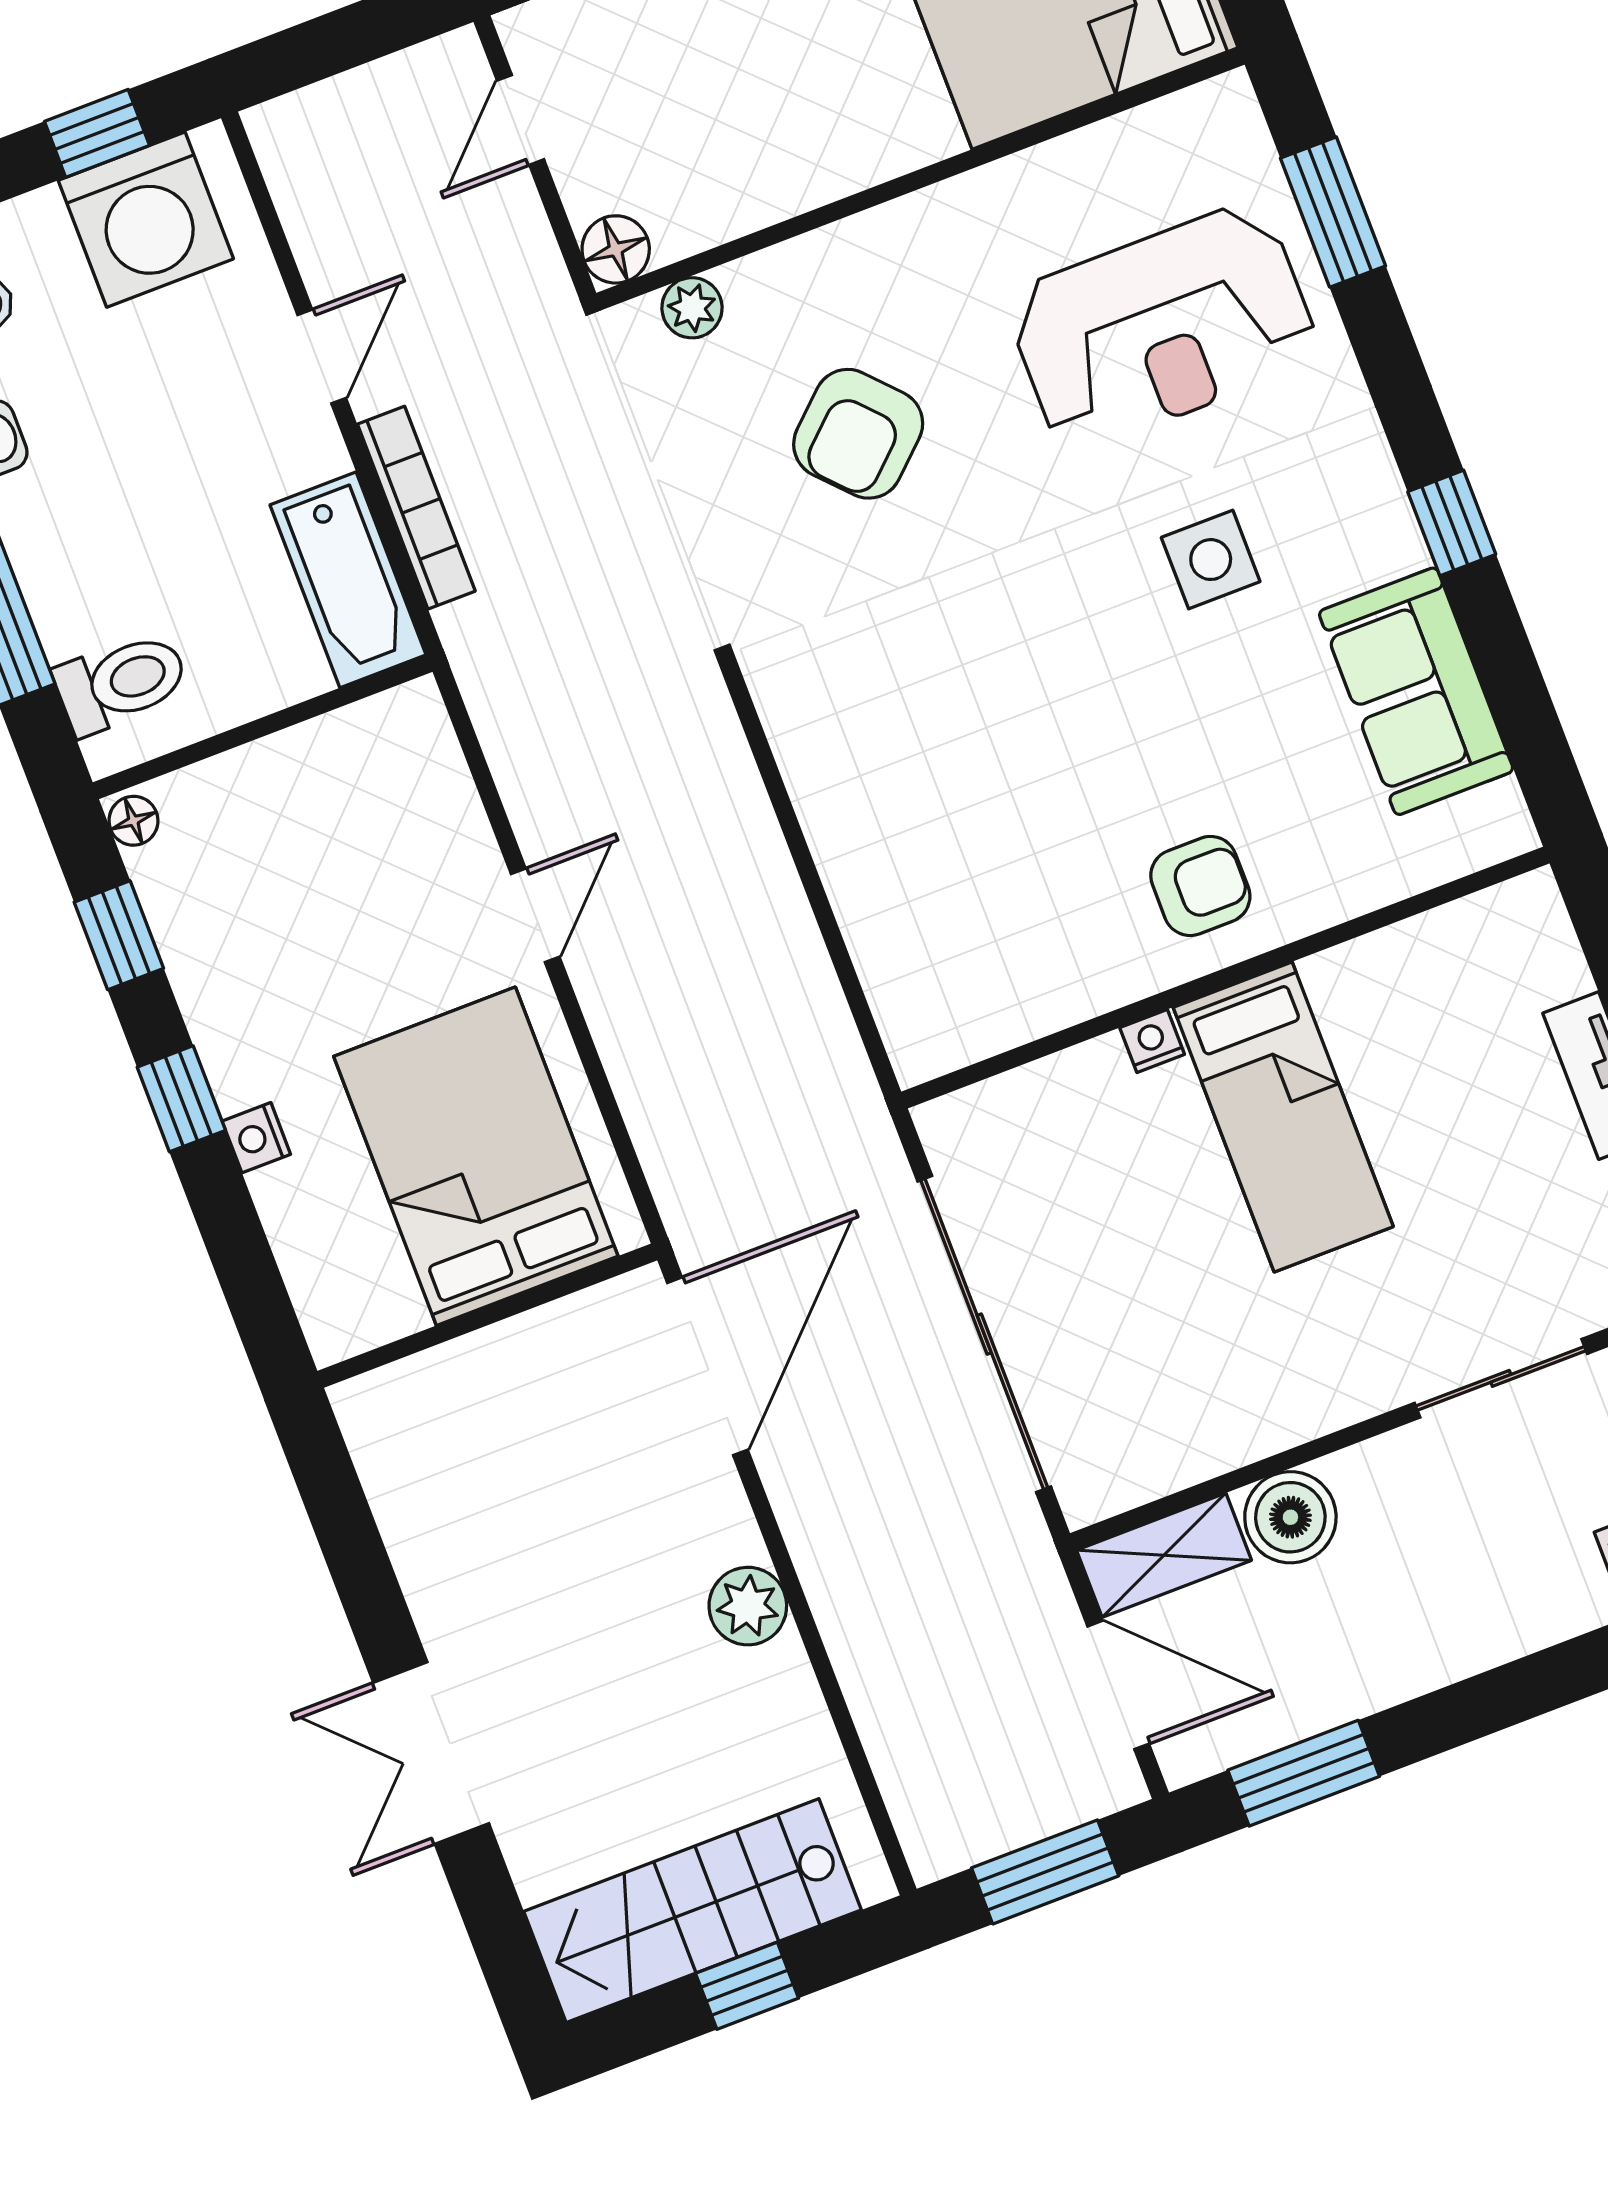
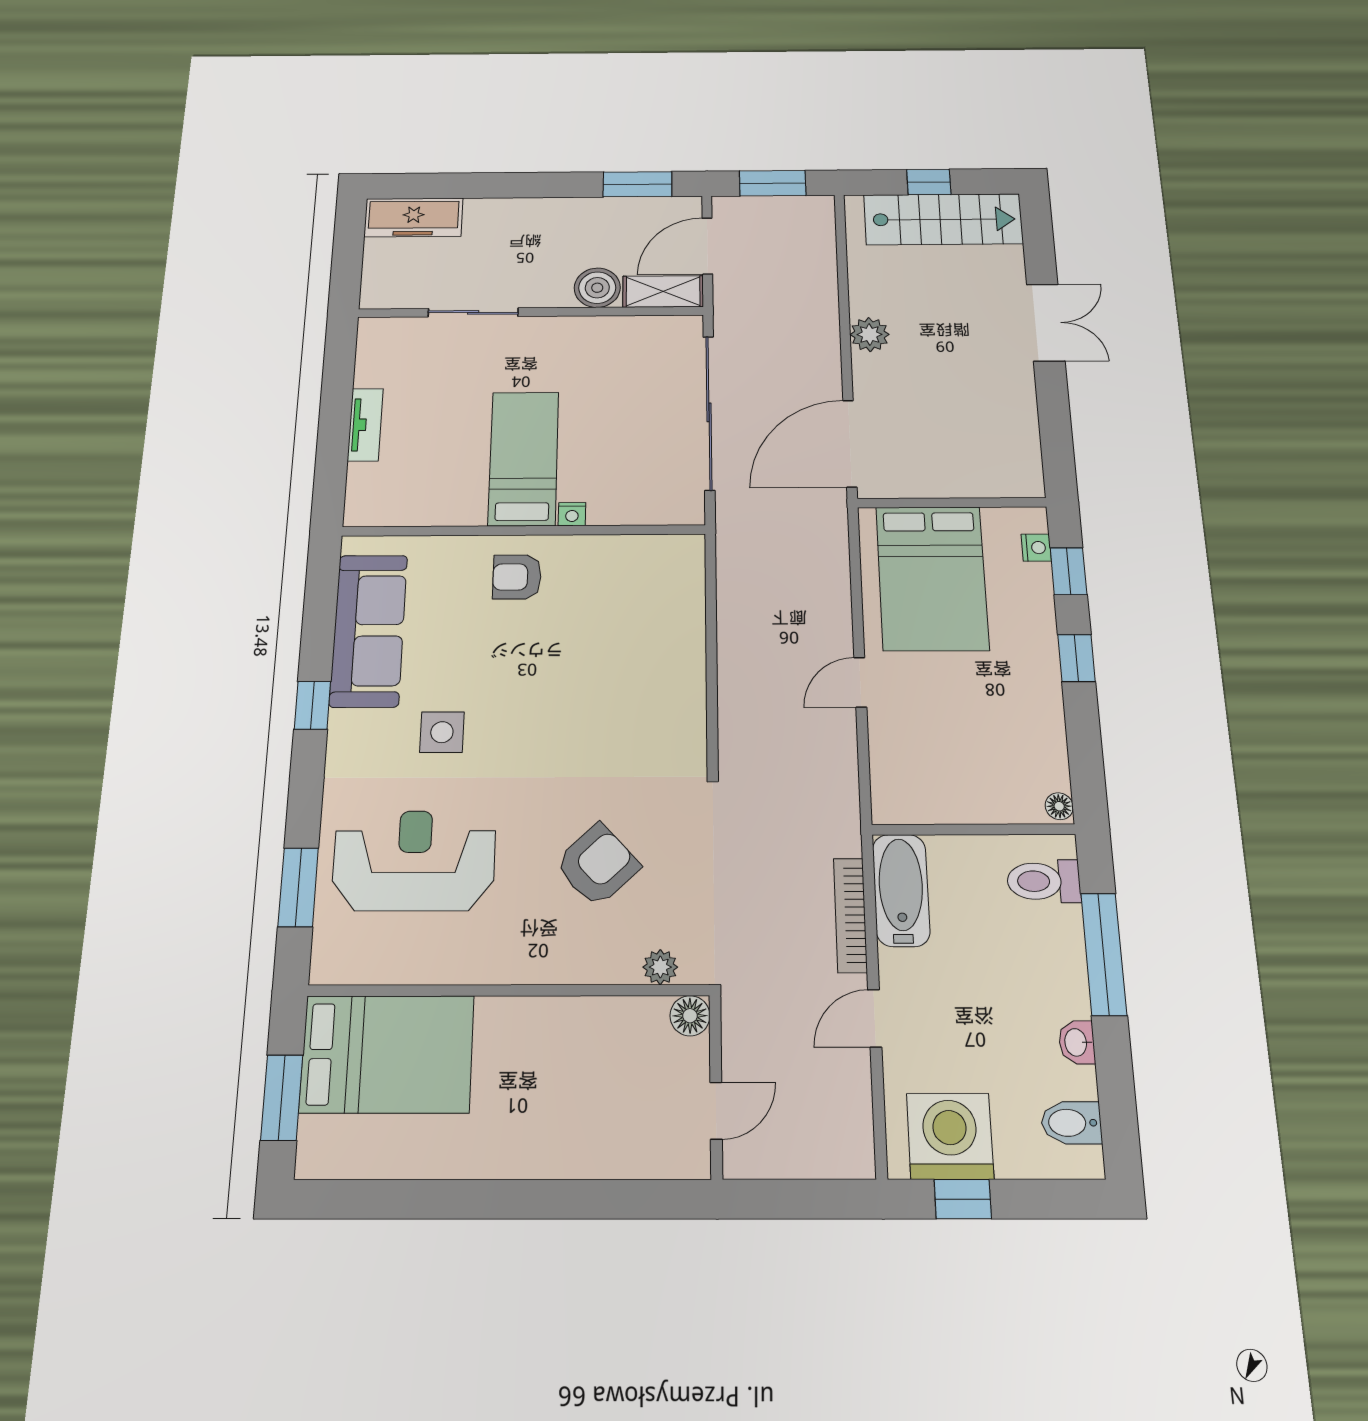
sofa: (1416, 691) -> (369, 630), width x1.36
window: (119, 935) -> (1069, 571), moved
nightstand: (256, 1138) -> (1036, 548), moved
door: (1118, 1685) -> (707, 246), hinge flipped

